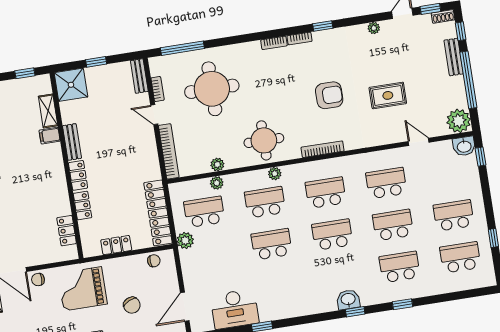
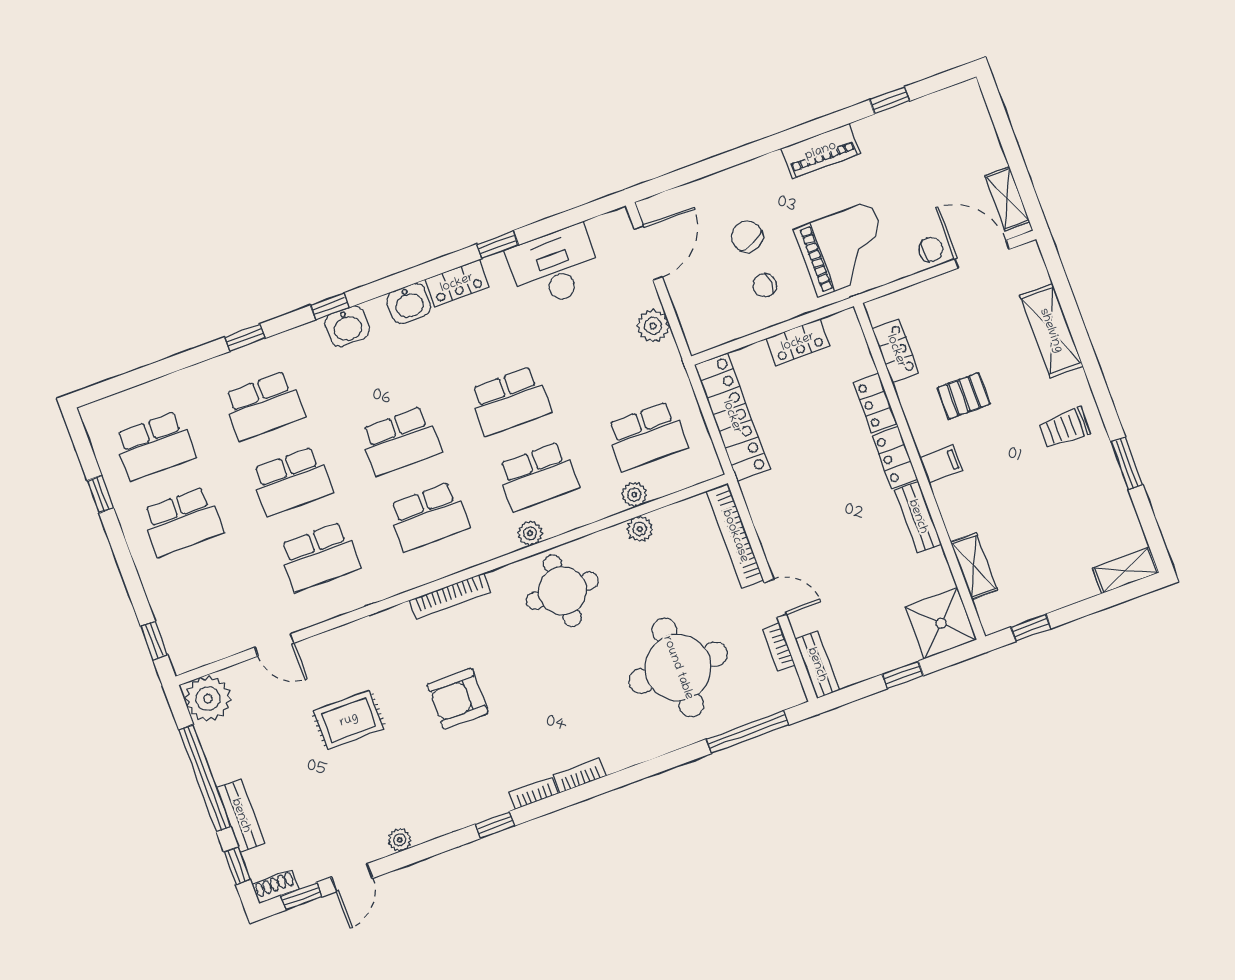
filing cabinet: (50, 136) -> (941, 464), moved
washbasin: (464, 146) -> (409, 303), moved, turned 180
pallet: (36, 200) -> (964, 396), added
plant: (185, 240) -> (653, 326), moved
chair: (154, 261) -> (765, 285), moved
locker: (287, 311) -> (457, 283), added

